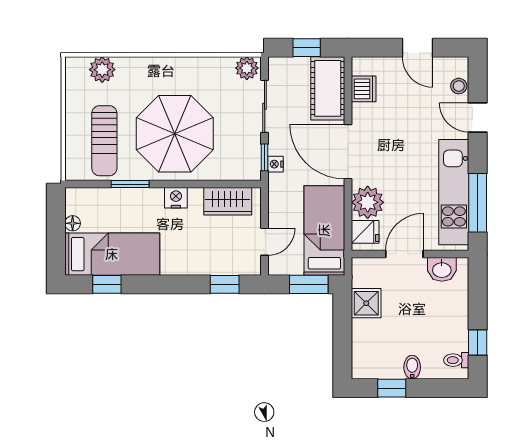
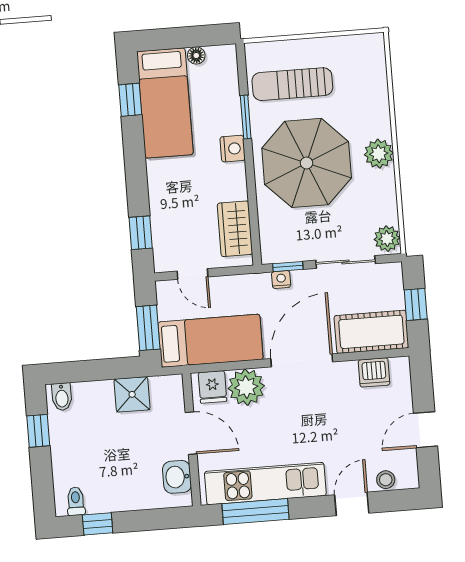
plant: (102, 70) -> (379, 154), moved
nightstand: (176, 198) -> (233, 149), moved
bidet: (412, 367) -> (62, 397), moved, turned 90

